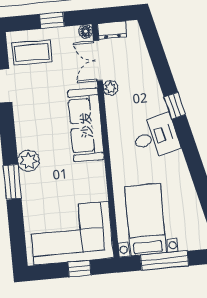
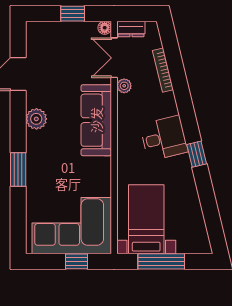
coffee table: (32, 52) -> (50, 43), removed
bookcase: (148, 68) -> (163, 70), added
window: (175, 106) -> (197, 154), moved
plant: (29, 161) -> (36, 119), moved

